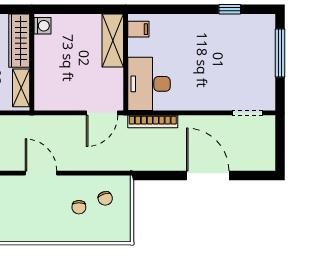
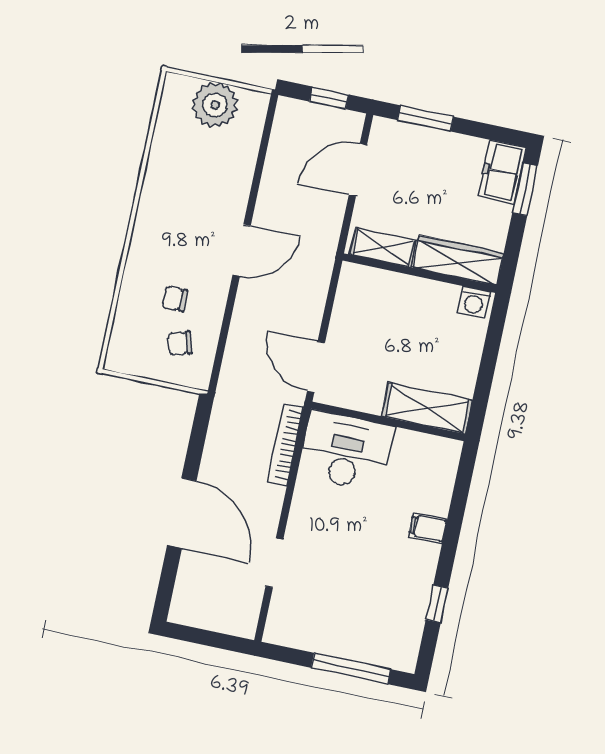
filing cabinet: (138, 29) -> (428, 528), moved, turned 90
doorway: (247, 113) -> (274, 563), moved
door: (208, 175) -> (182, 513), hinge flipped

